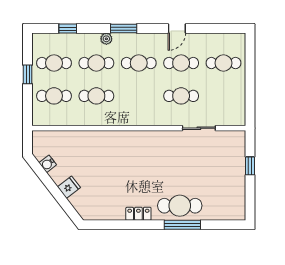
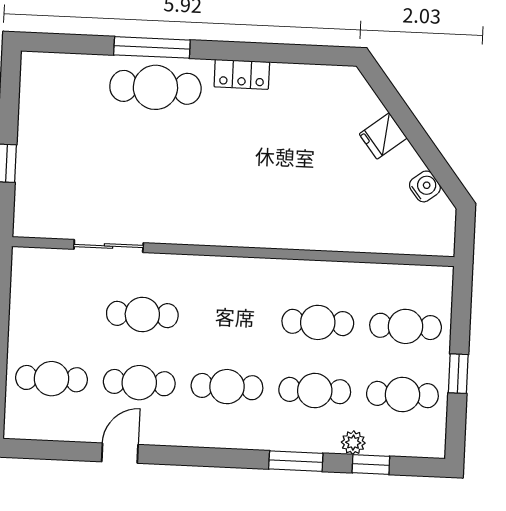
window: (124, 29) -> (296, 461), moved
door: (177, 29) -> (120, 453), moved
plant: (106, 39) -> (353, 443), moved

